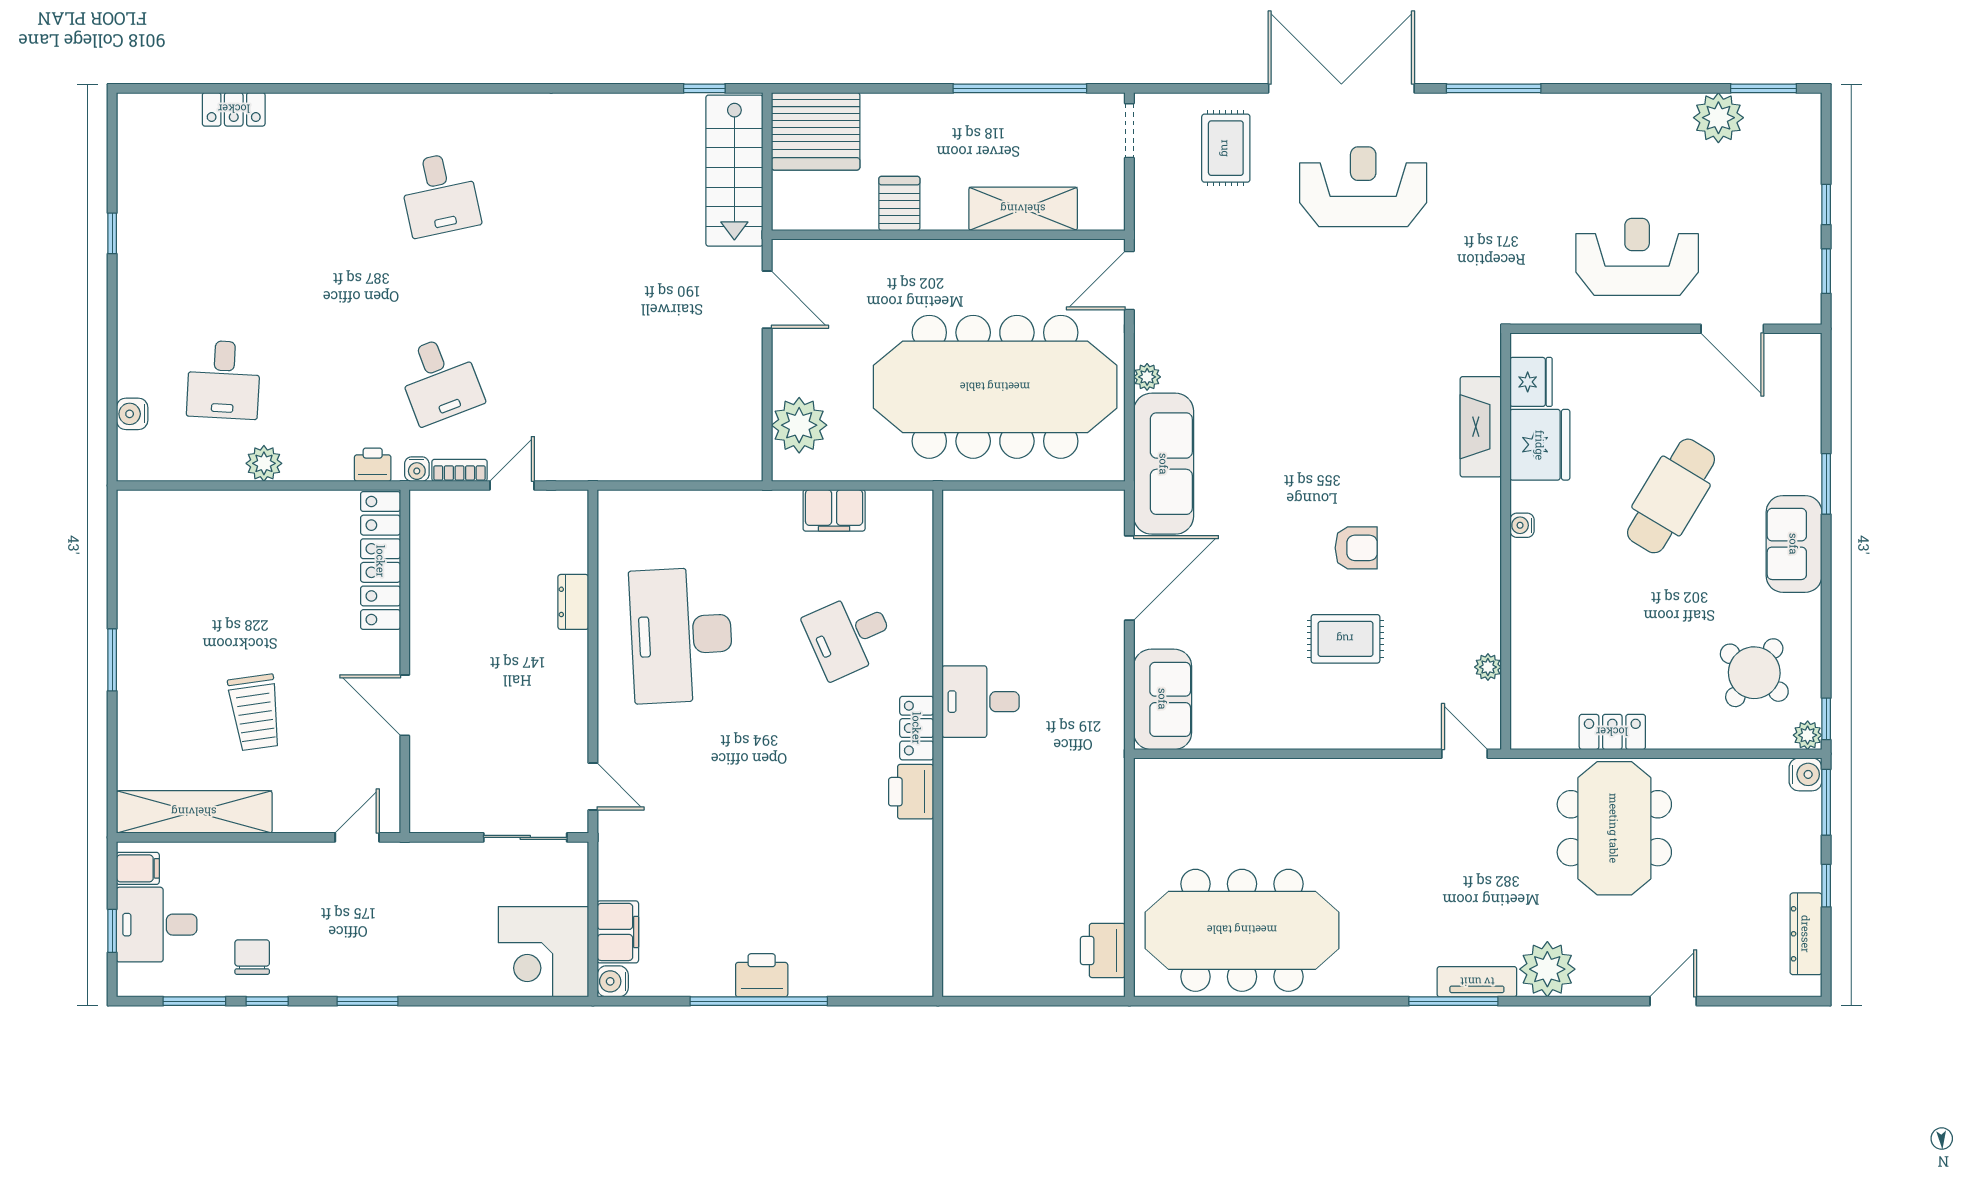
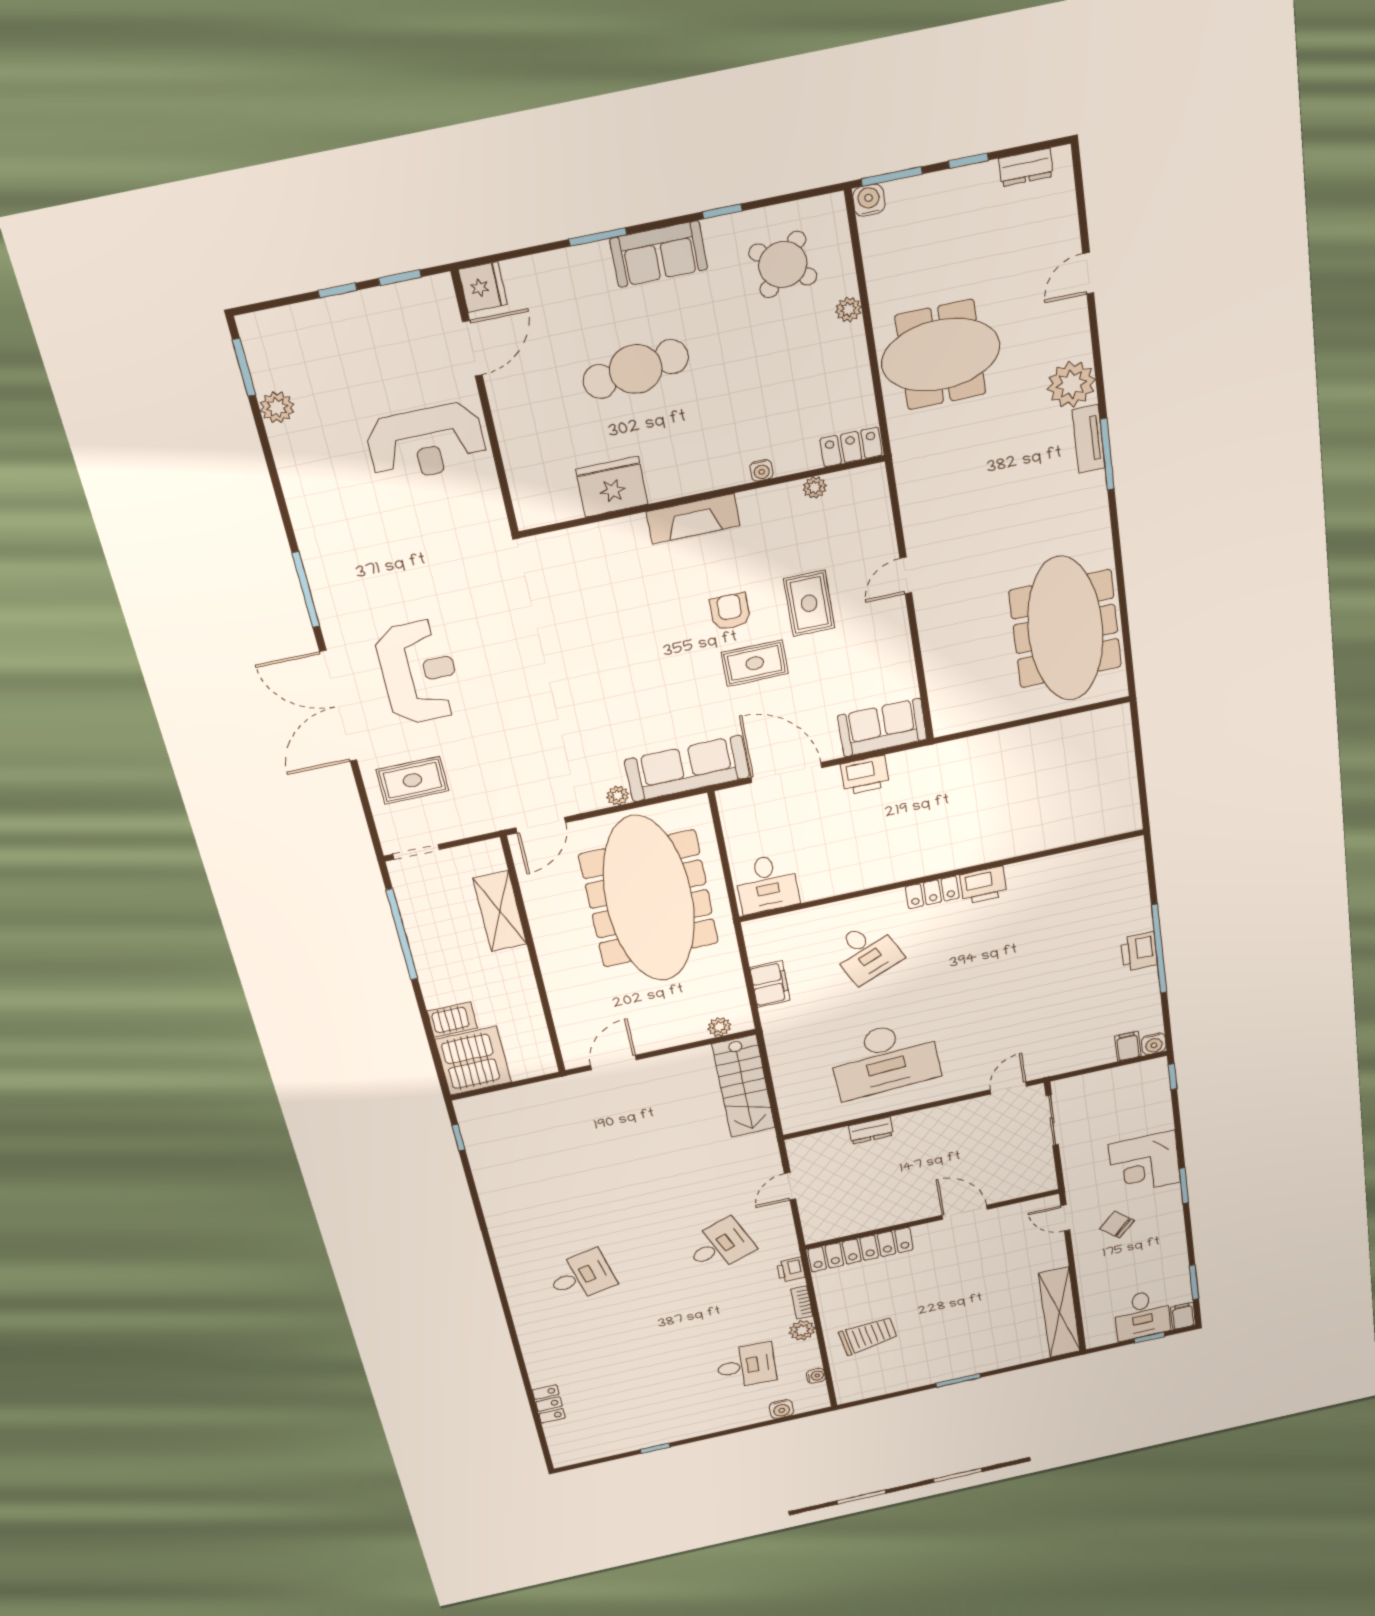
plant: (1718, 118) -> (277, 407), width x0.73, depth x0.73
stairs: (734, 171) -> (744, 1086), moved, turned 90
reception desk: (1363, 187) -> (419, 672), turned 180
server rack: (899, 203) -> (452, 1020), moved, turned 180
reception desk: (1637, 257) -> (426, 442), turned -90
door: (1129, 281) -> (541, 825), hinge flipped
fridge: (1531, 382) -> (483, 287), moved, turned 90
plant: (799, 425) -> (719, 1027), width x0.53, depth x0.53
fireplace: (1481, 427) -> (693, 519), moved
water cooler: (417, 469) -> (816, 1376), moved
bookcase: (459, 470) -> (802, 1303), moved
door: (512, 486) -> (790, 1186), hinge flipped
cafe table: (1671, 496) -> (636, 369), turned -39
water cooler: (1522, 525) -> (761, 470), moved
rug: (1283, 565) -> (755, 663), added
desk: (981, 702) -> (767, 884), moved
door: (405, 705) -> (965, 1212), swing flipped
trolley: (255, 712) -> (868, 1336), moved
window: (1826, 719) -> (722, 211), moved
locker: (1612, 732) -> (851, 447), moved, turned 90
plant: (1808, 735) -> (848, 309), moved
door: (1465, 754) -> (906, 576), moved
filing cabinet: (138, 868) -> (1183, 1316), moved
filing cabinet: (618, 932) -> (1128, 1046), width x0.50
dresser: (1806, 934) -> (1026, 167), width x0.70
printer: (1103, 950) -> (865, 775), moved
corner desk: (544, 952) -> (1144, 1163), moved, turned 90
chair: (252, 957) -> (1117, 1225), moved, turned 43
window: (267, 1001) -> (1172, 1077), moved
door: (1673, 1001) -> (1088, 273), hinge flipped

